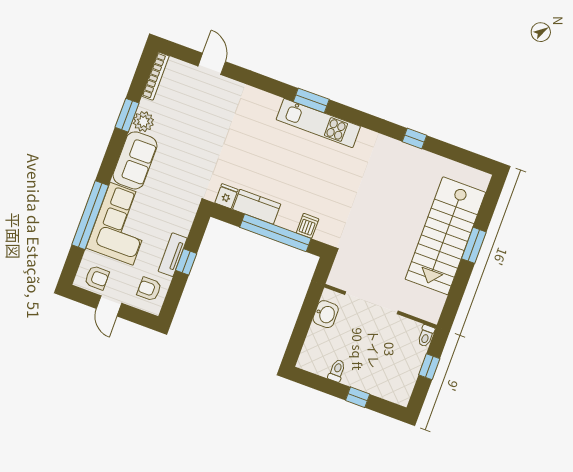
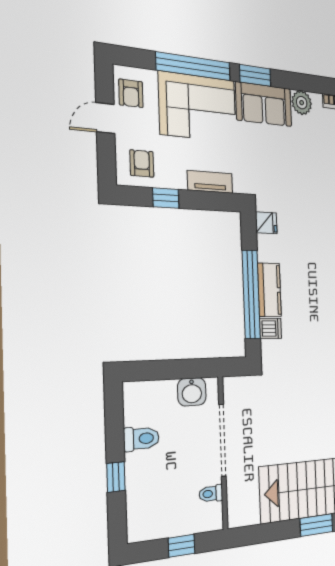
window: (127, 115) -> (255, 75), moved
kitchen counter: (257, 207) -> (269, 290), moved
tv unit: (173, 255) -> (210, 182), moved
window: (186, 262) -> (166, 198), moved
toilet: (426, 336) -> (211, 494), moved
toilet: (337, 371) -> (141, 439), width x1.37, depth x1.39

